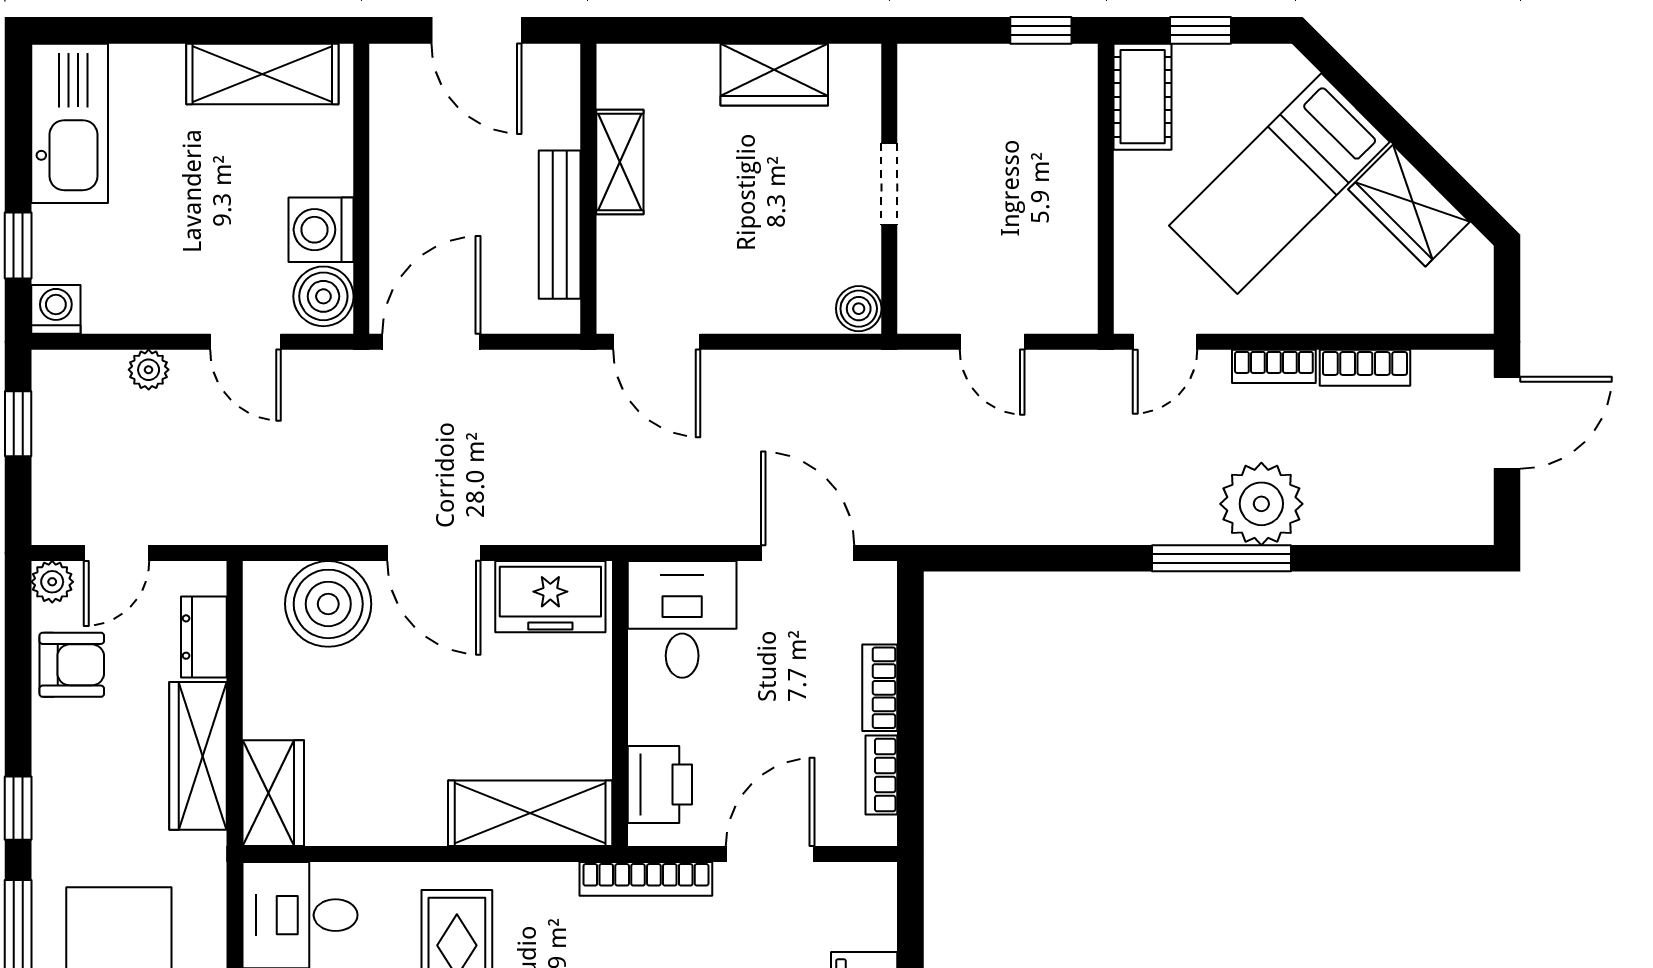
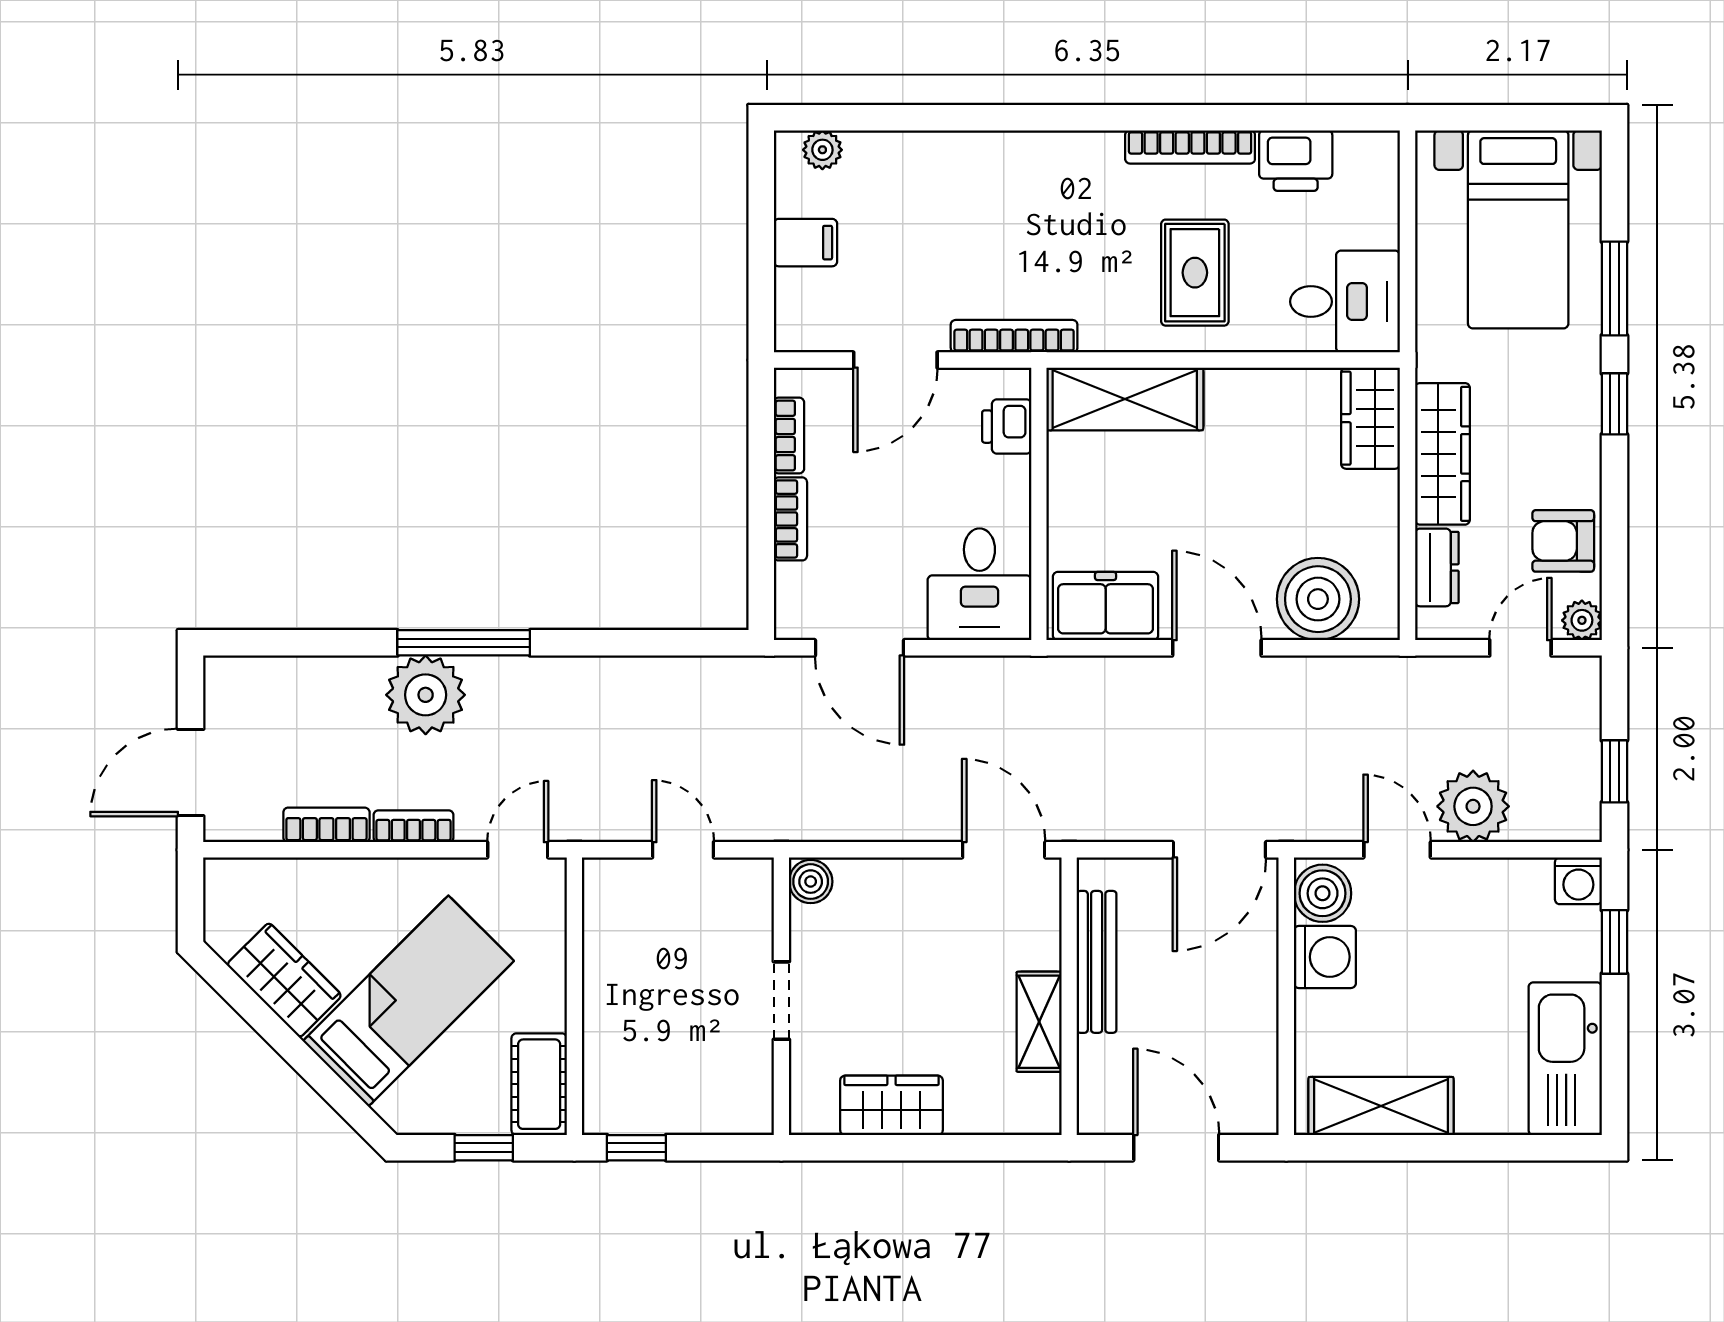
plant: (149, 370) -> (1473, 806), width x1.88, depth x1.88
printer: (660, 784) -> (1007, 427), width x0.73, depth x0.81

